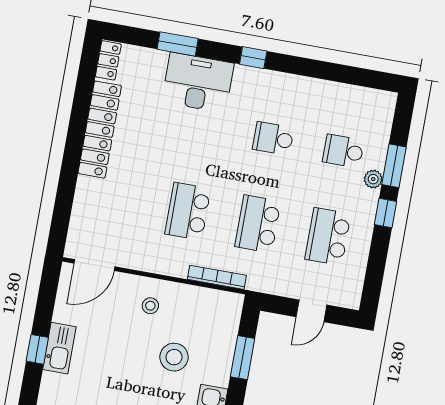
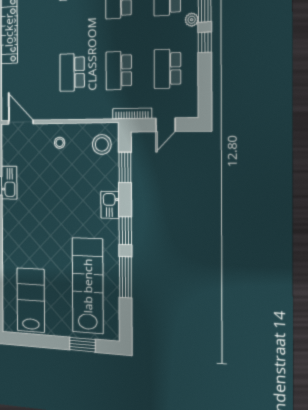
door: (94, 265) -> (21, 122), swing flipped
bookcase: (217, 277) -> (132, 114), moved
stool: (174, 357) -> (102, 144), moved

